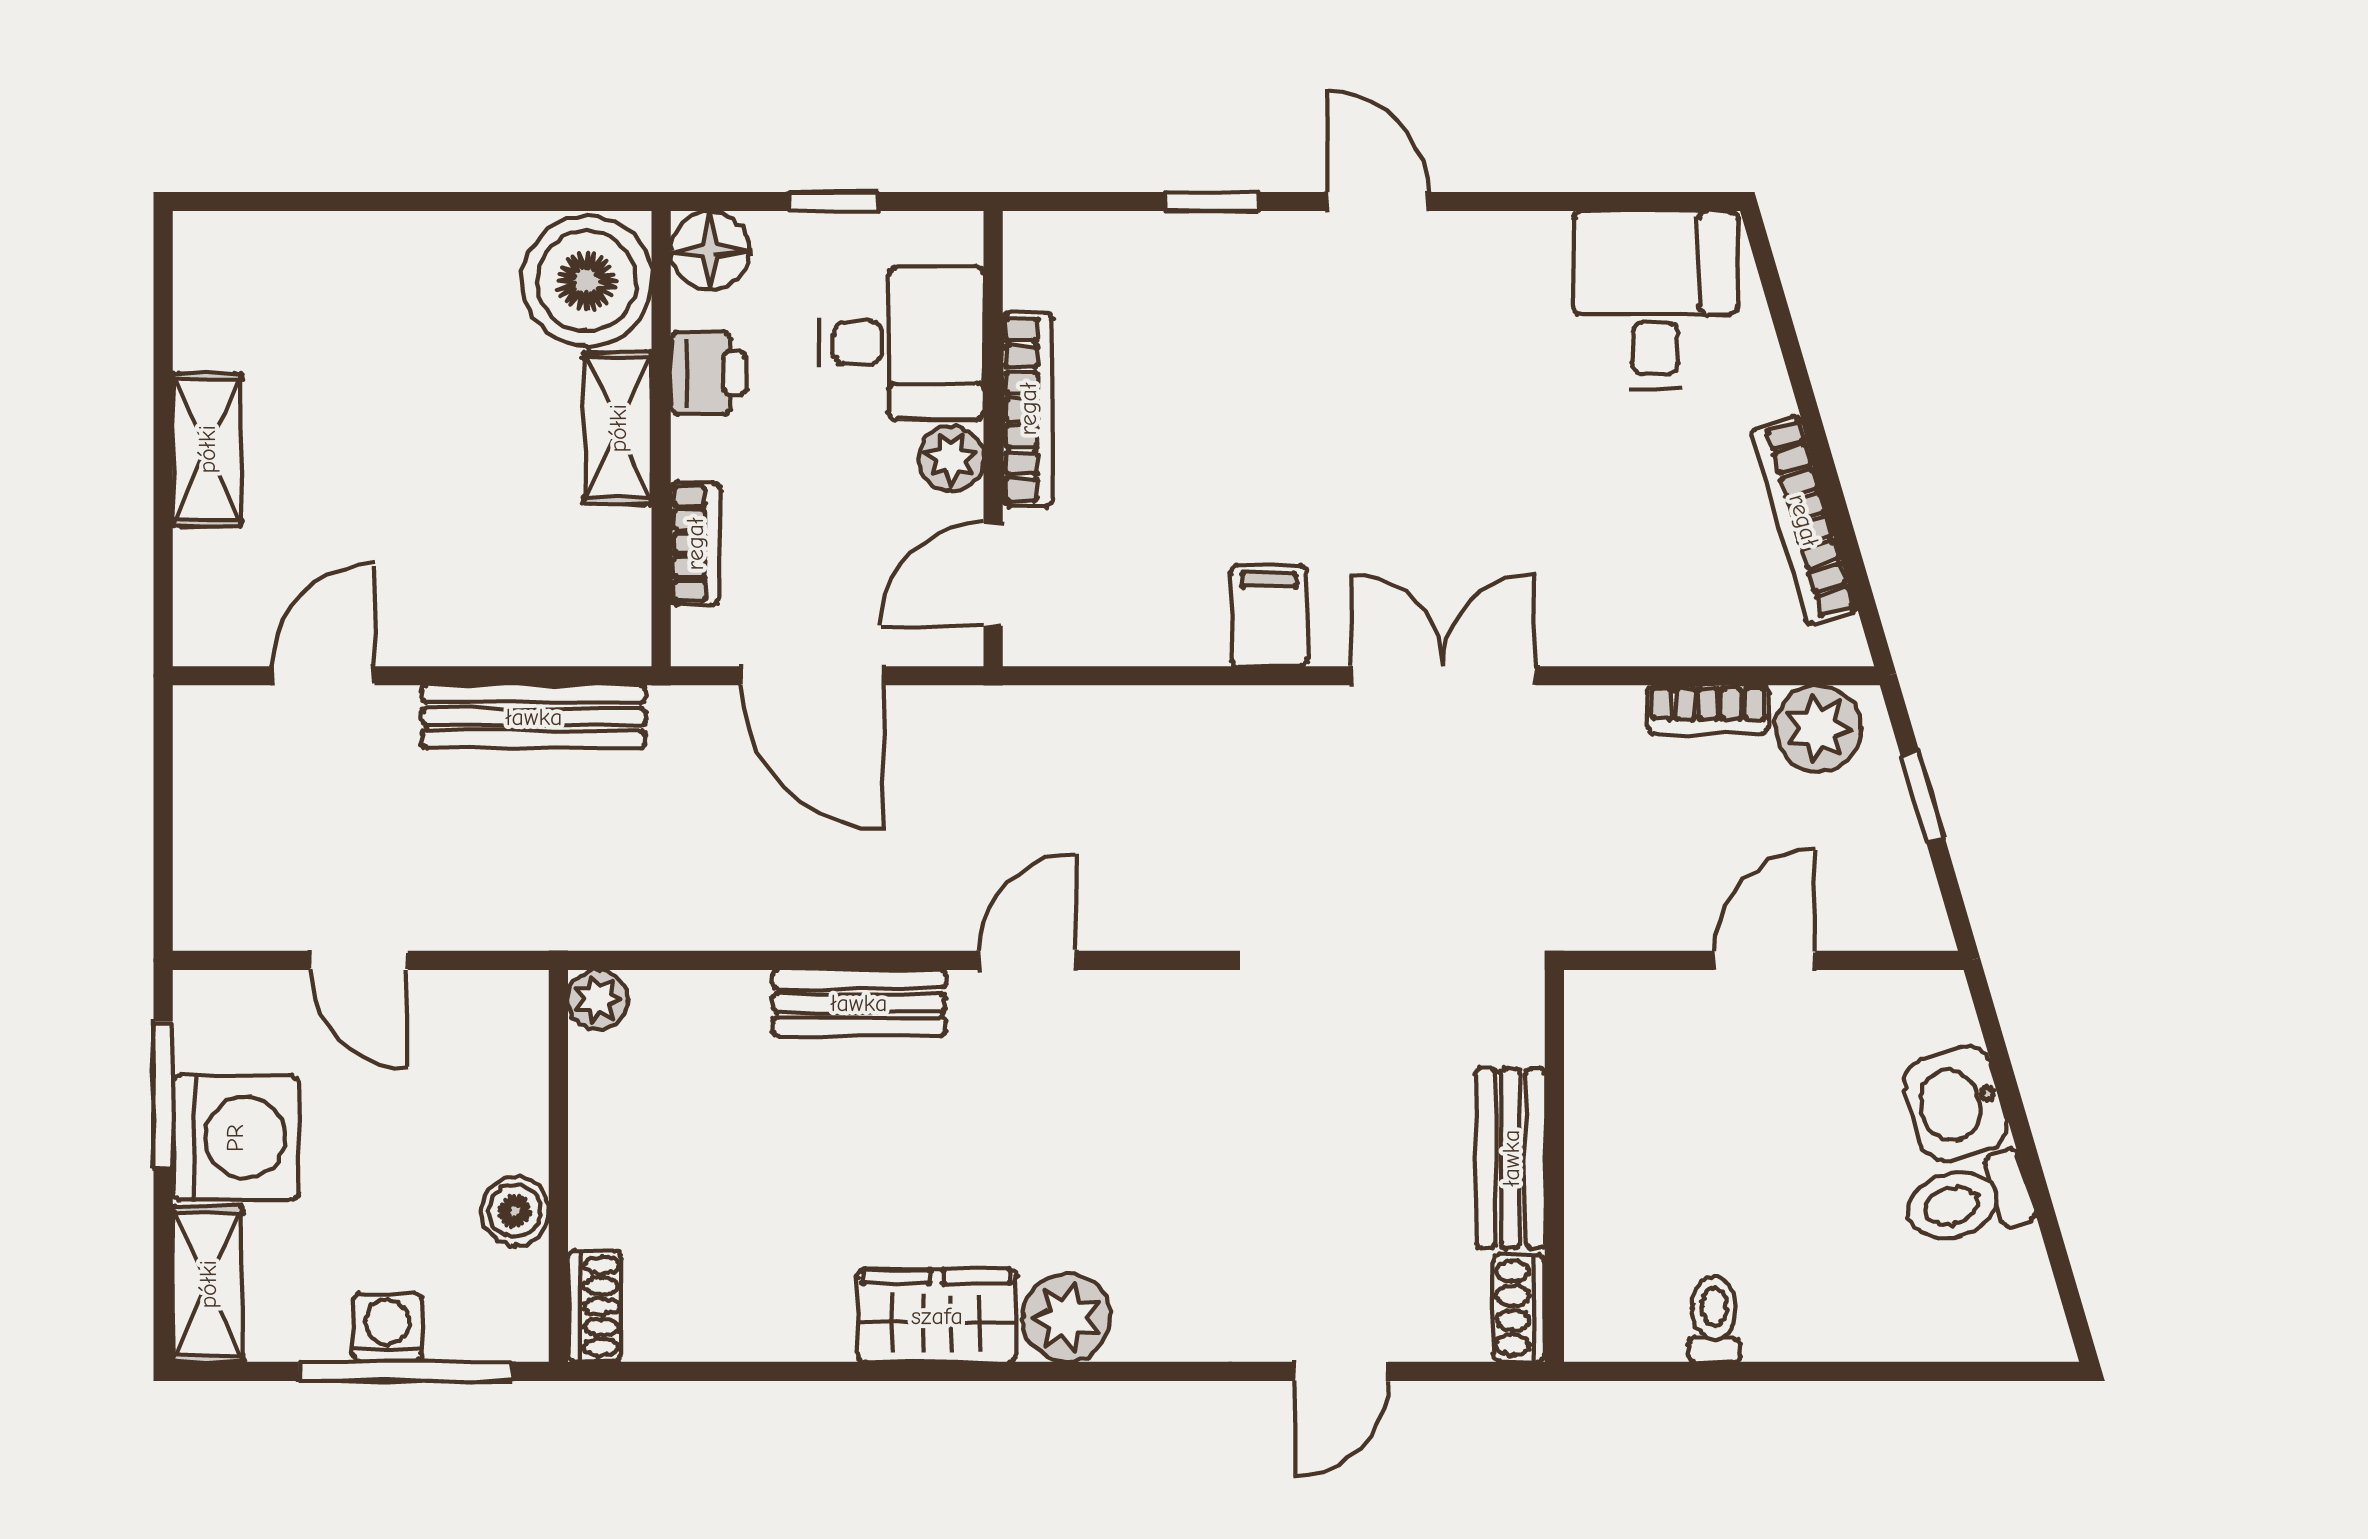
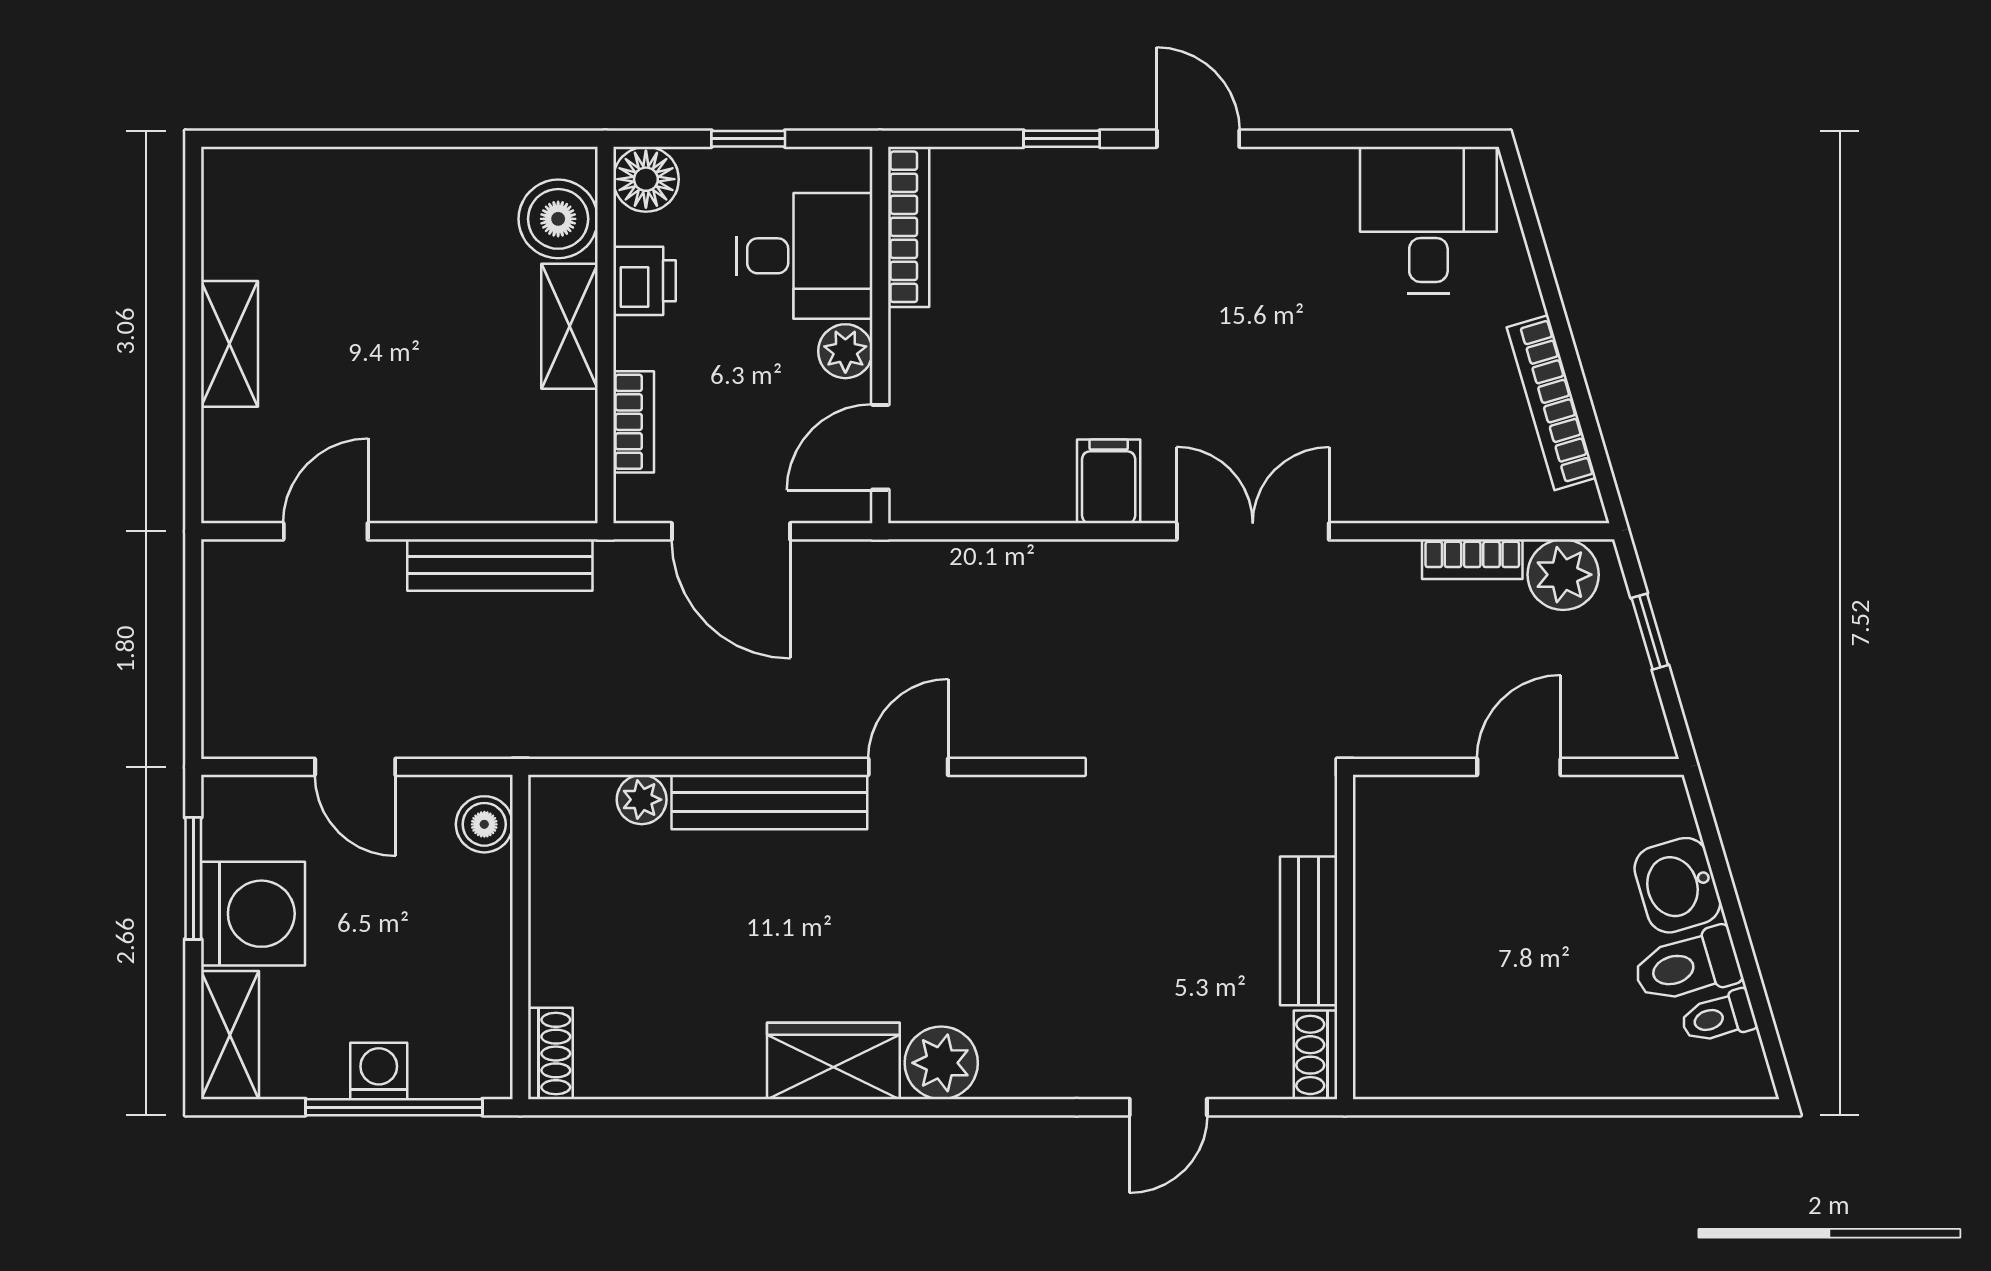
boiler: (587, 281) -> (558, 219), width x0.73, depth x0.73
bookcase: (1028, 409) -> (909, 227), moved
plant: (598, 1000) -> (642, 800), moved
bench: (859, 1003) -> (769, 802), width x1.36
boiler: (515, 1211) -> (484, 824), moved
toilet: (1714, 1319) -> (1718, 1017), moved, turned -106

